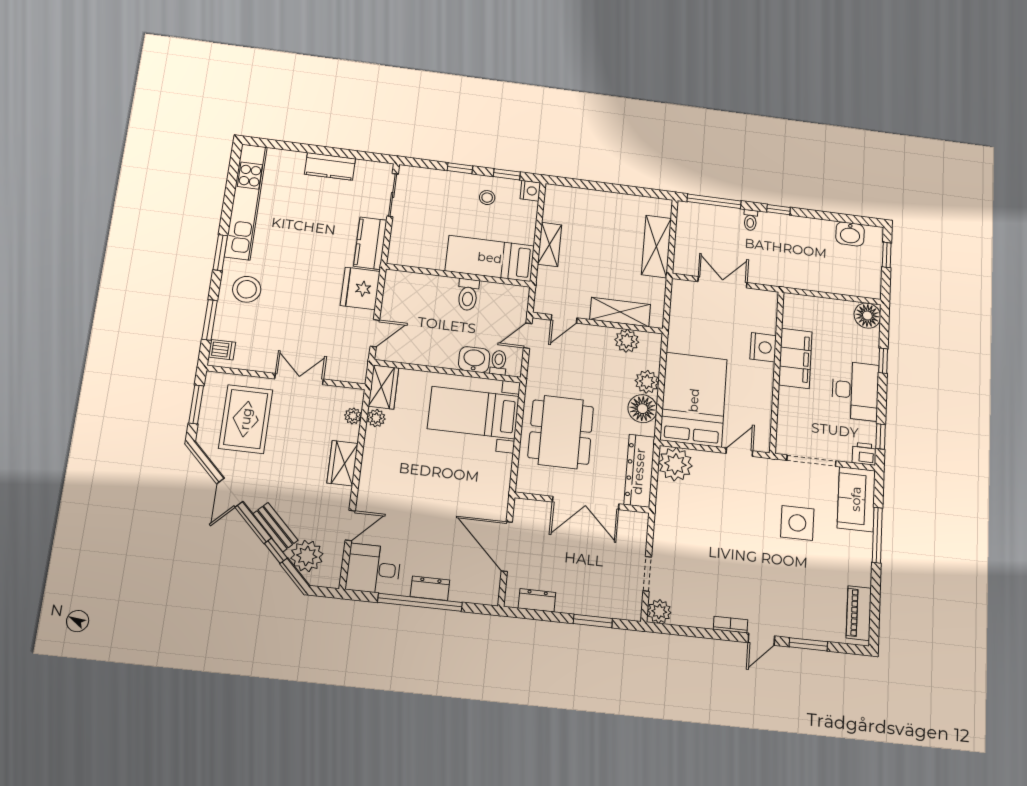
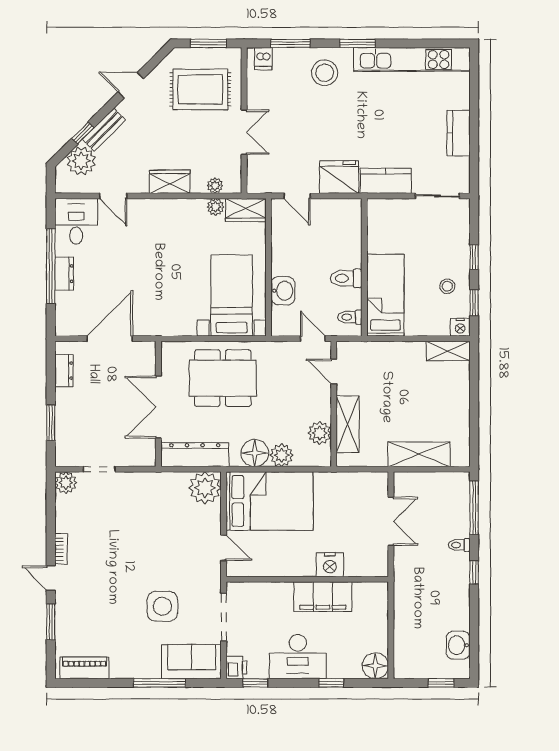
shelving: (550, 244) -> (448, 351), moved
toilet: (499, 363) -> (350, 317), moved, turned 180

